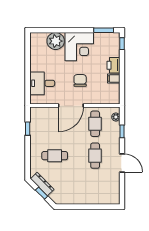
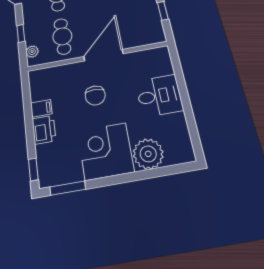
desk: (42, 83) -> (159, 96), moved

